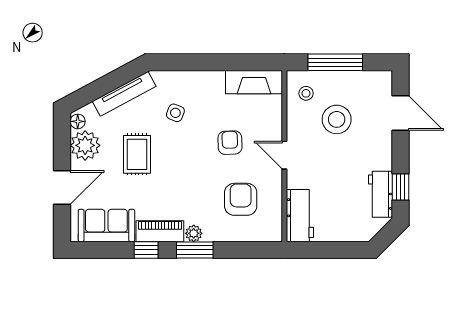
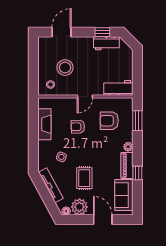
window: (335, 62) -> (33, 68), removed
fireplace: (254, 82) -> (44, 124), moved
rug: (137, 154) -> (84, 178), turned 90
window: (195, 250) -> (137, 121), moved

